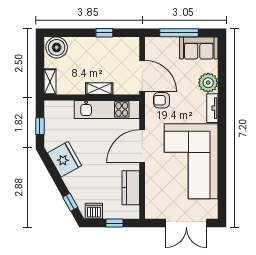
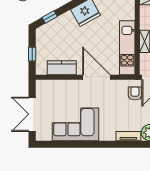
corner sofa: (191, 161) -> (75, 124), width x0.73, depth x0.74
dishwasher: (94, 211) -> (42, 37), removed

